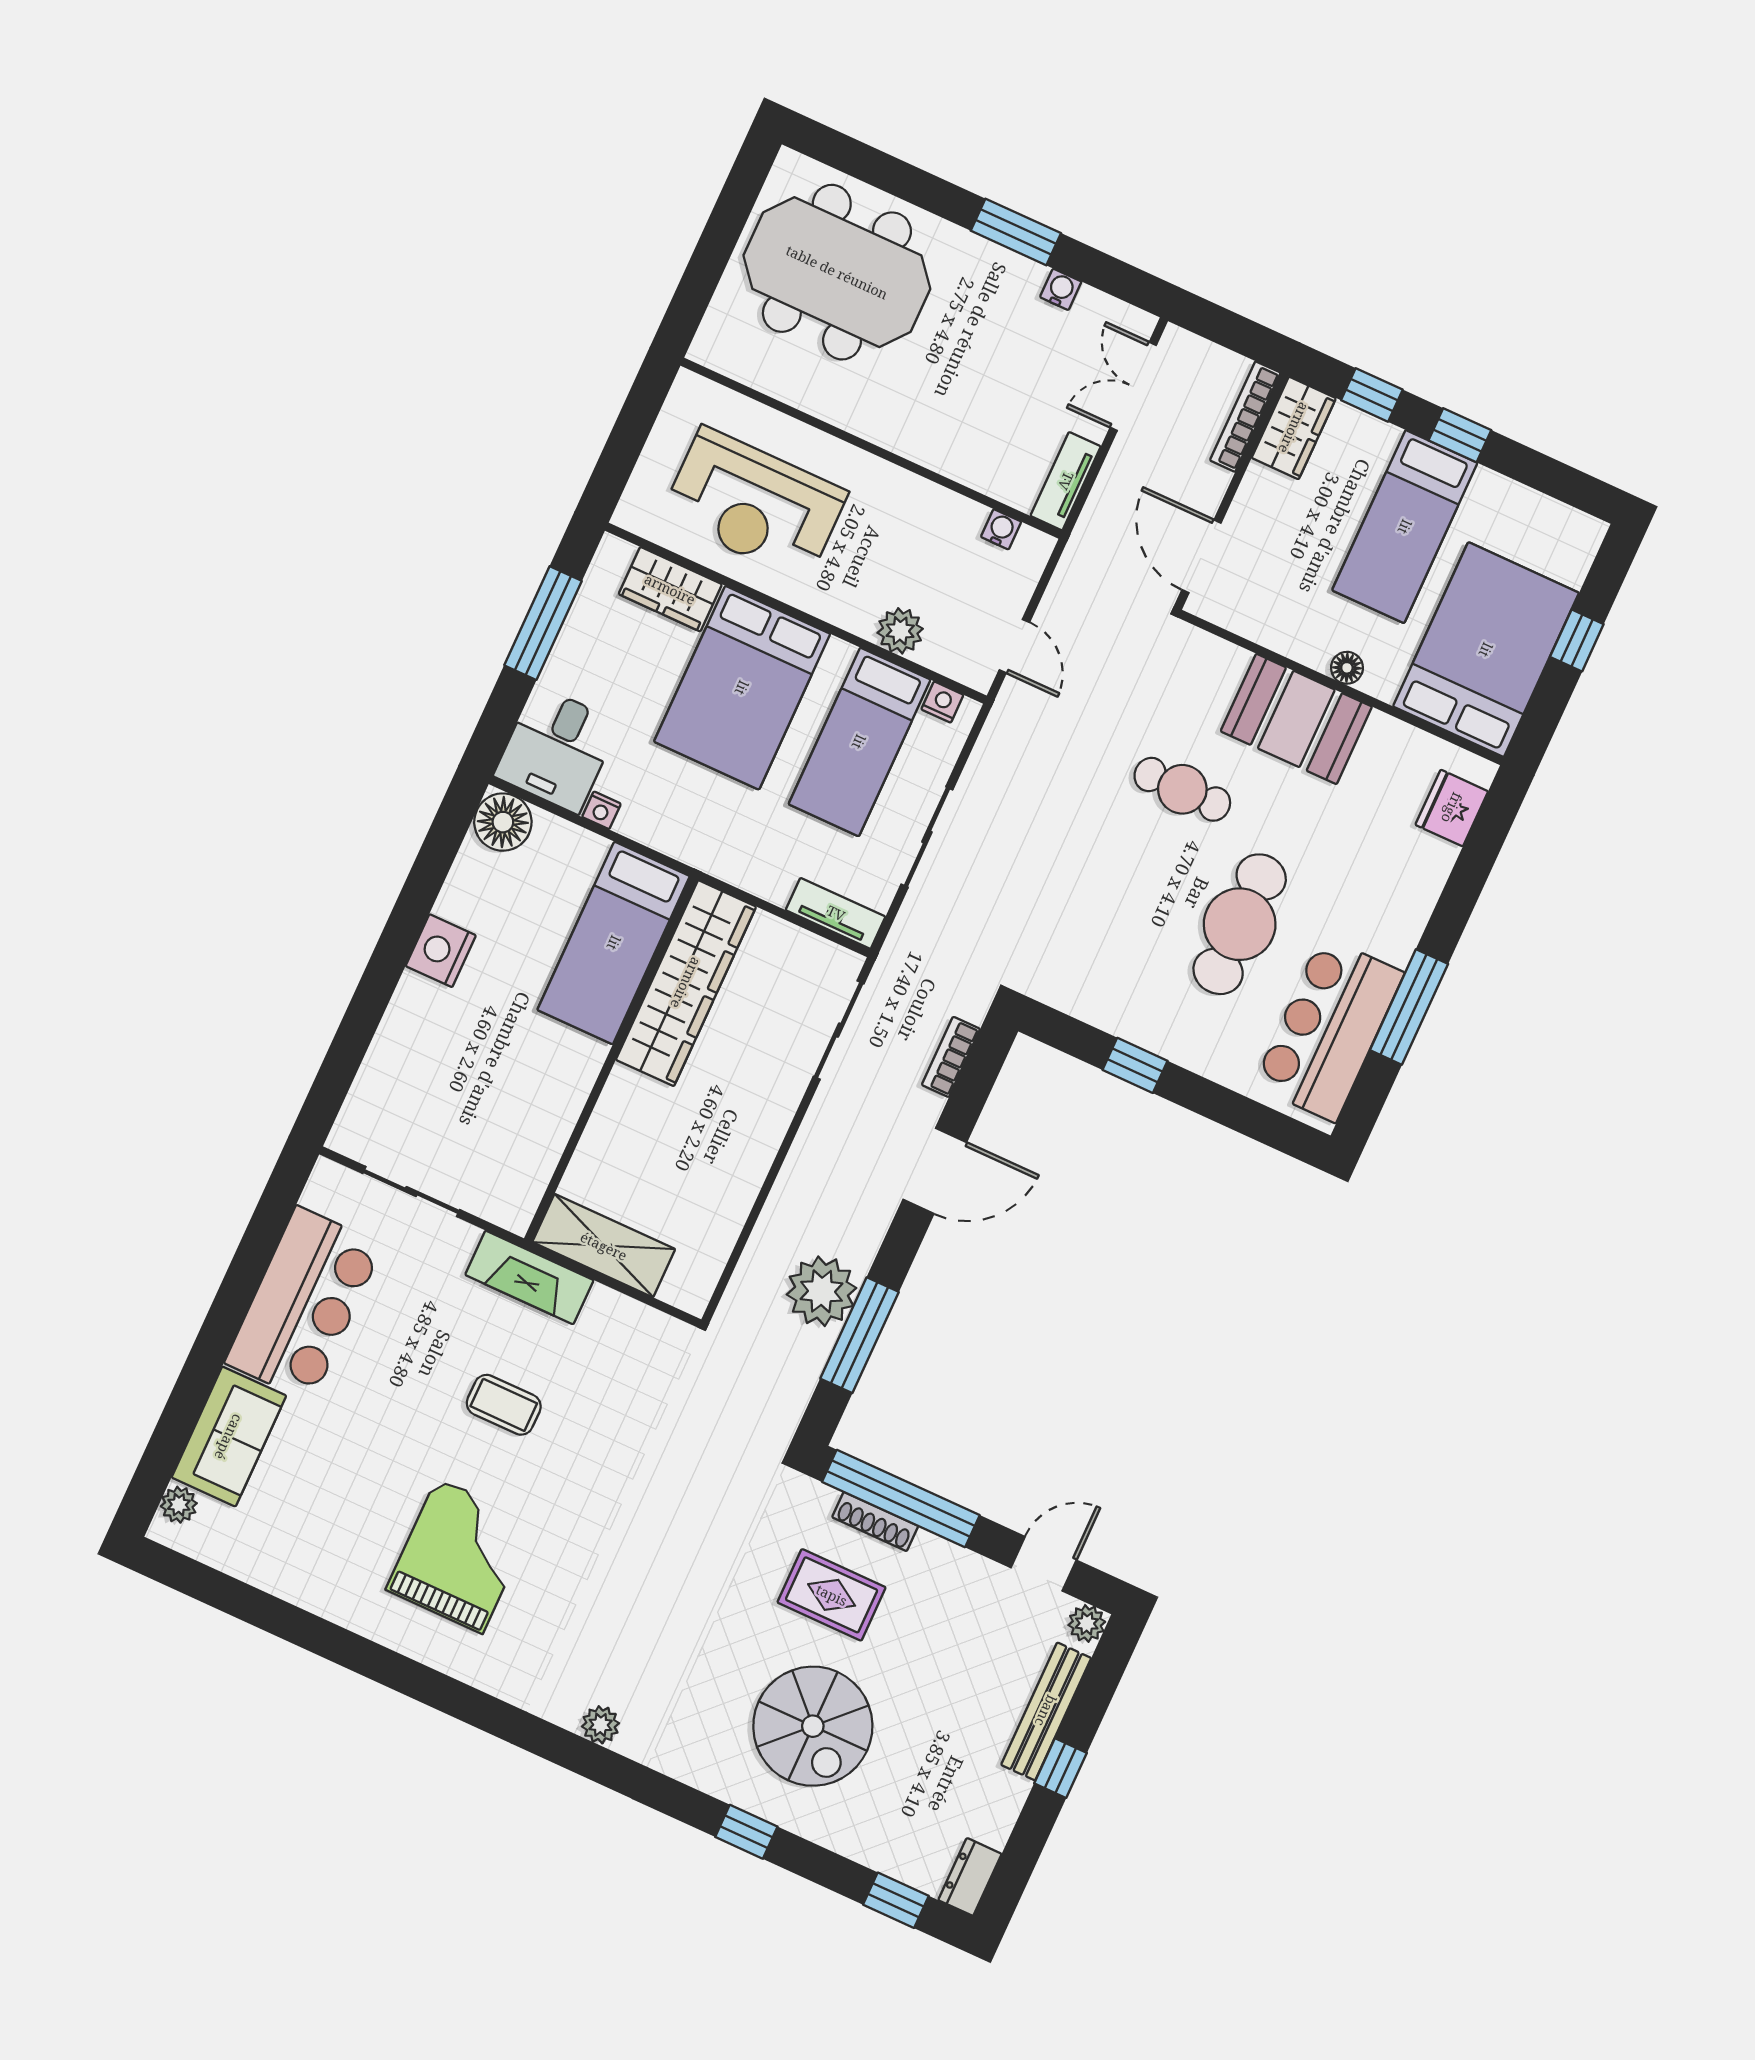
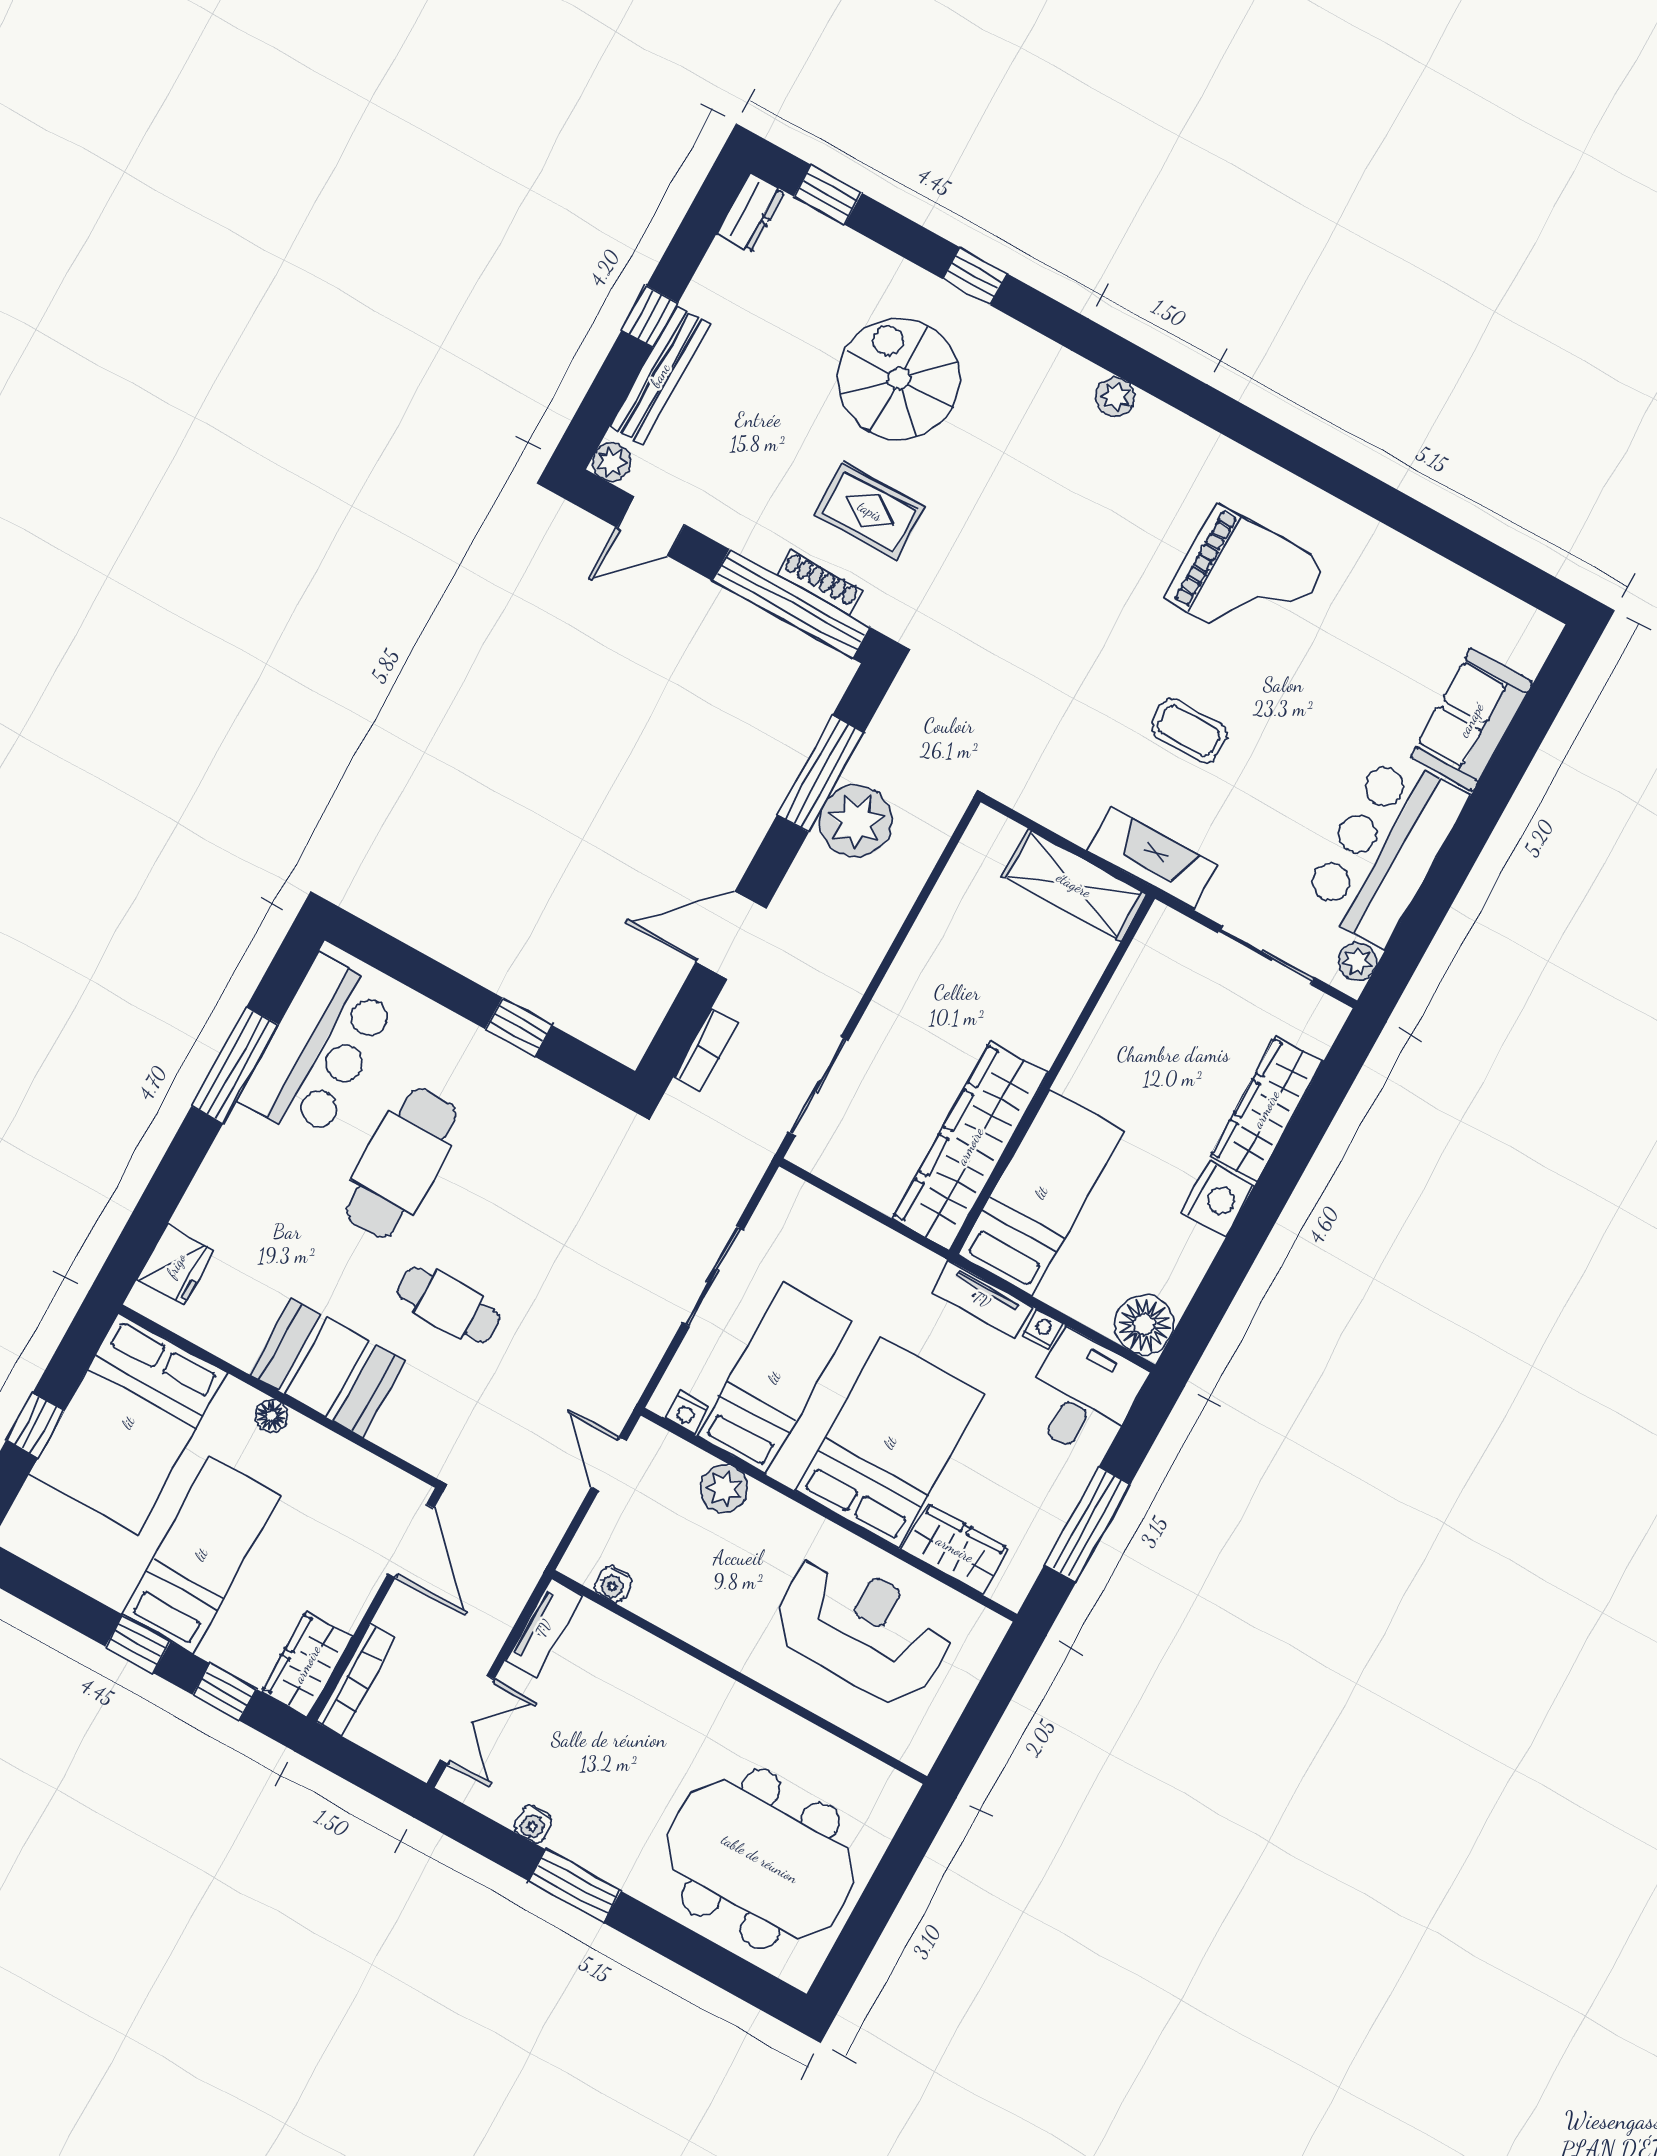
tv unit: (836, 913) -> (982, 1300), moved
wardrobe: (400, 1041) -> (1266, 1109), added
plant: (179, 1505) -> (1358, 961), moved
grand piano: (460, 1556) -> (1245, 580), turned -90

